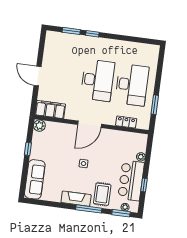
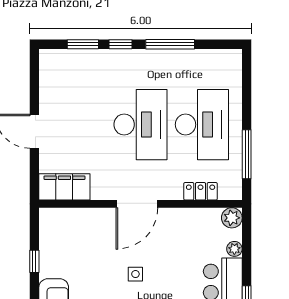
window: (120, 37) -> (170, 44), added
window: (155, 105) -> (247, 154), width x1.44
plant: (39, 126) -> (232, 218), moved

